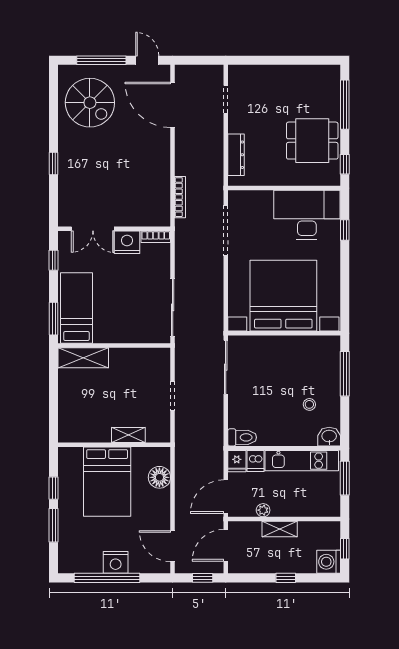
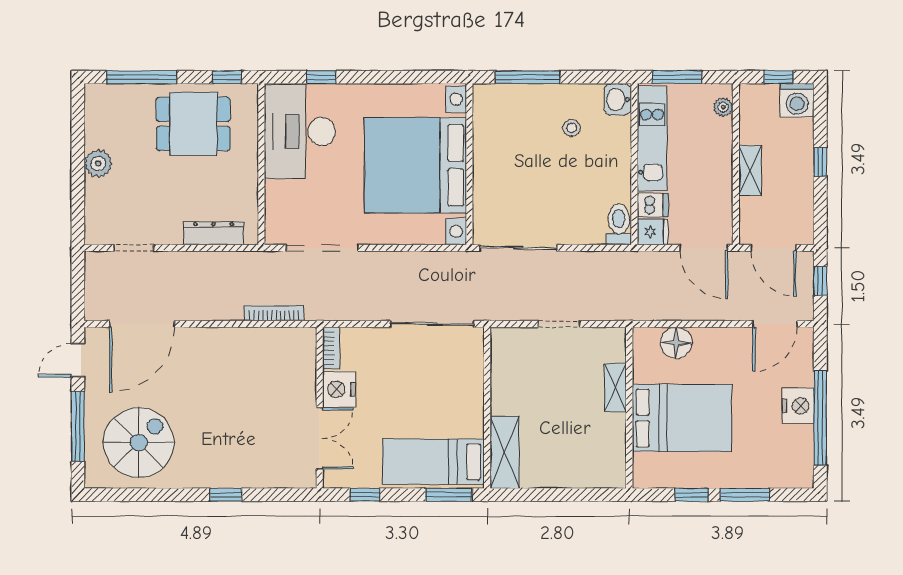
plant: (285, 74) -> (98, 164), added
dining table: (312, 141) -> (193, 124), turned 90
plant: (263, 510) -> (723, 107), moved

